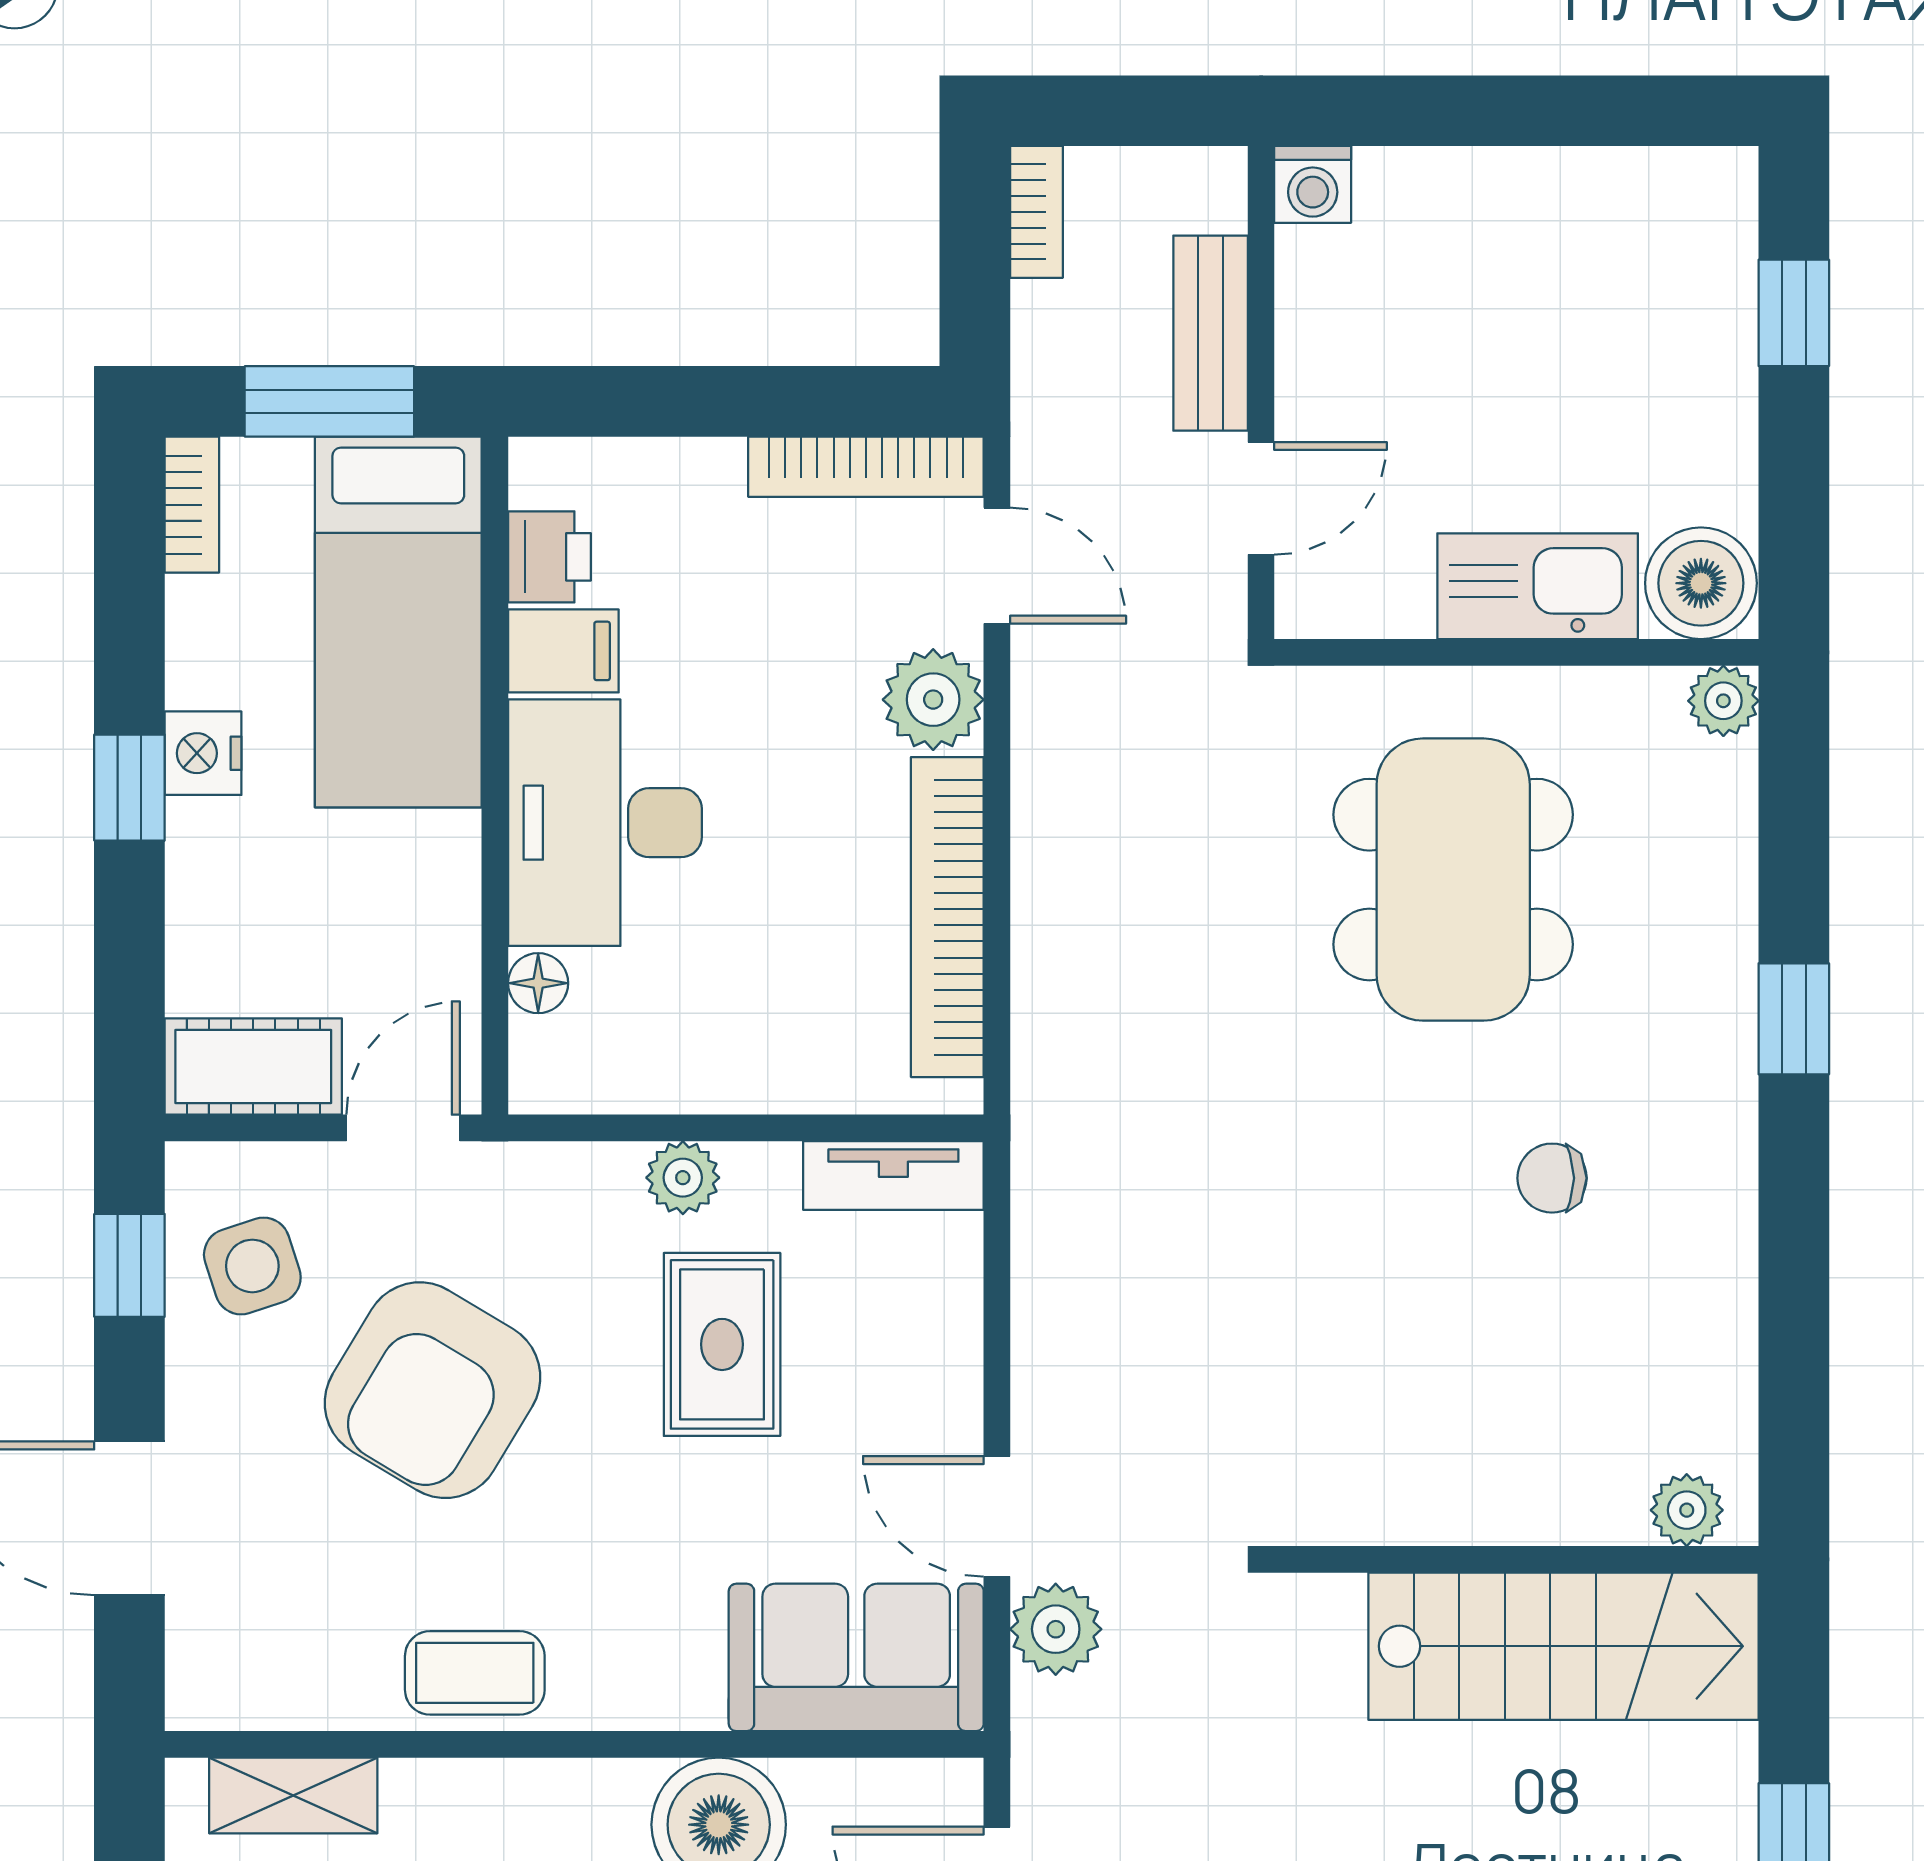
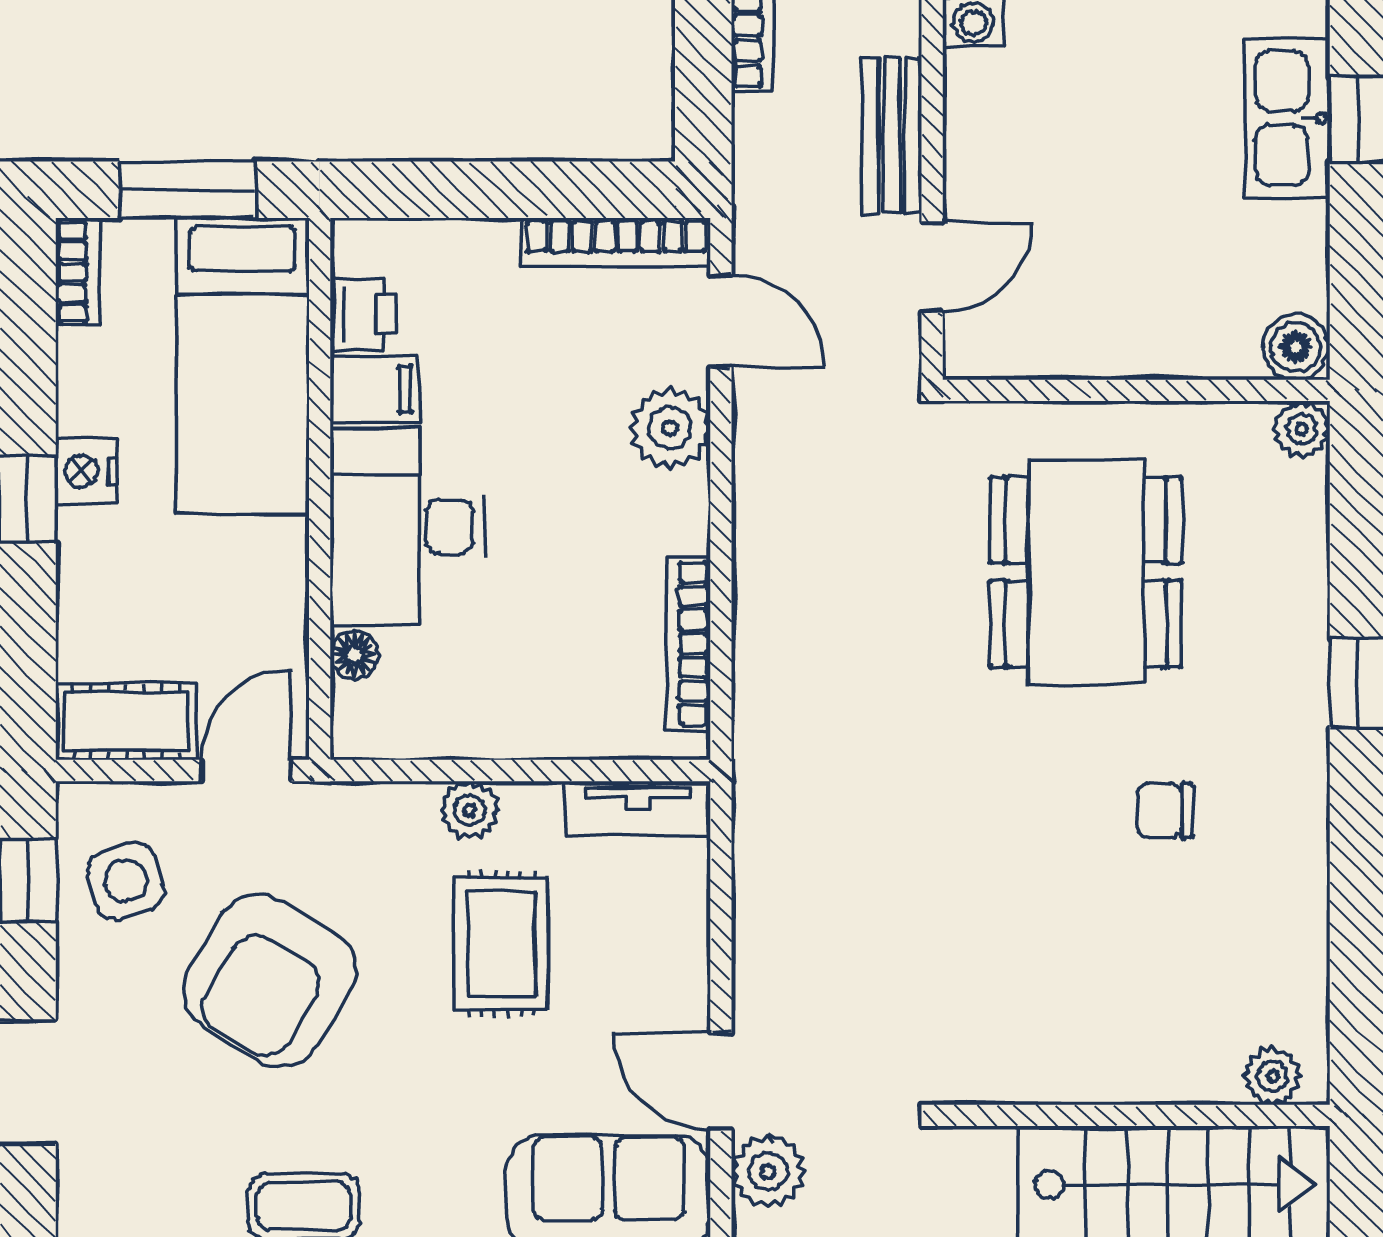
boiler: (1701, 583) -> (1296, 347), width x0.73, depth x0.73
kitchen sink: (1538, 586) -> (1288, 118), moved, turned -90
bookcase: (947, 917) -> (688, 643), width x0.68, depth x0.76

